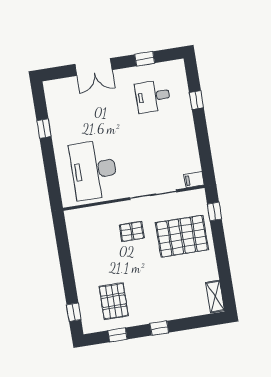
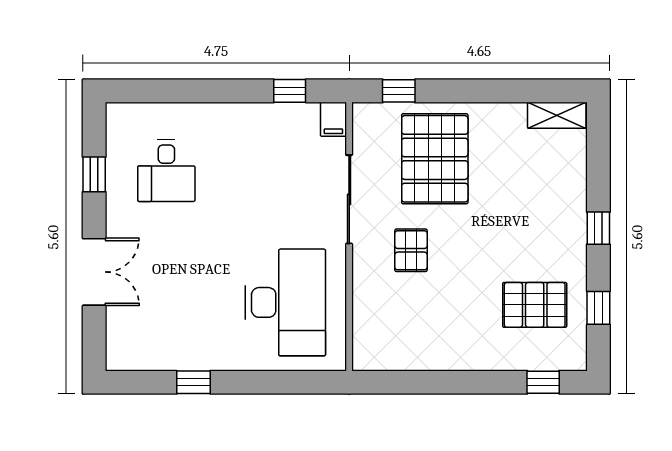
window: (196, 100) -> (290, 91), moved
desk: (94, 170) -> (285, 302), turned -90

